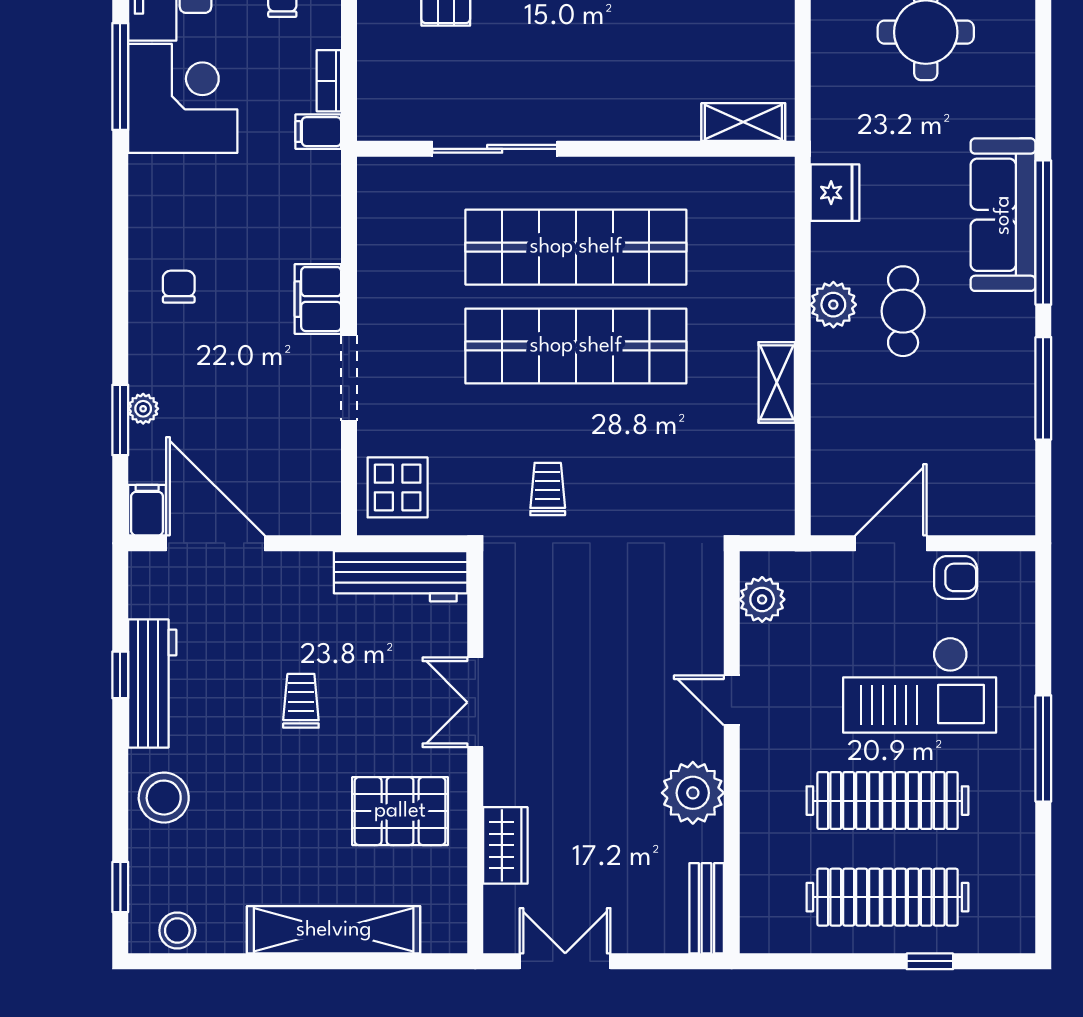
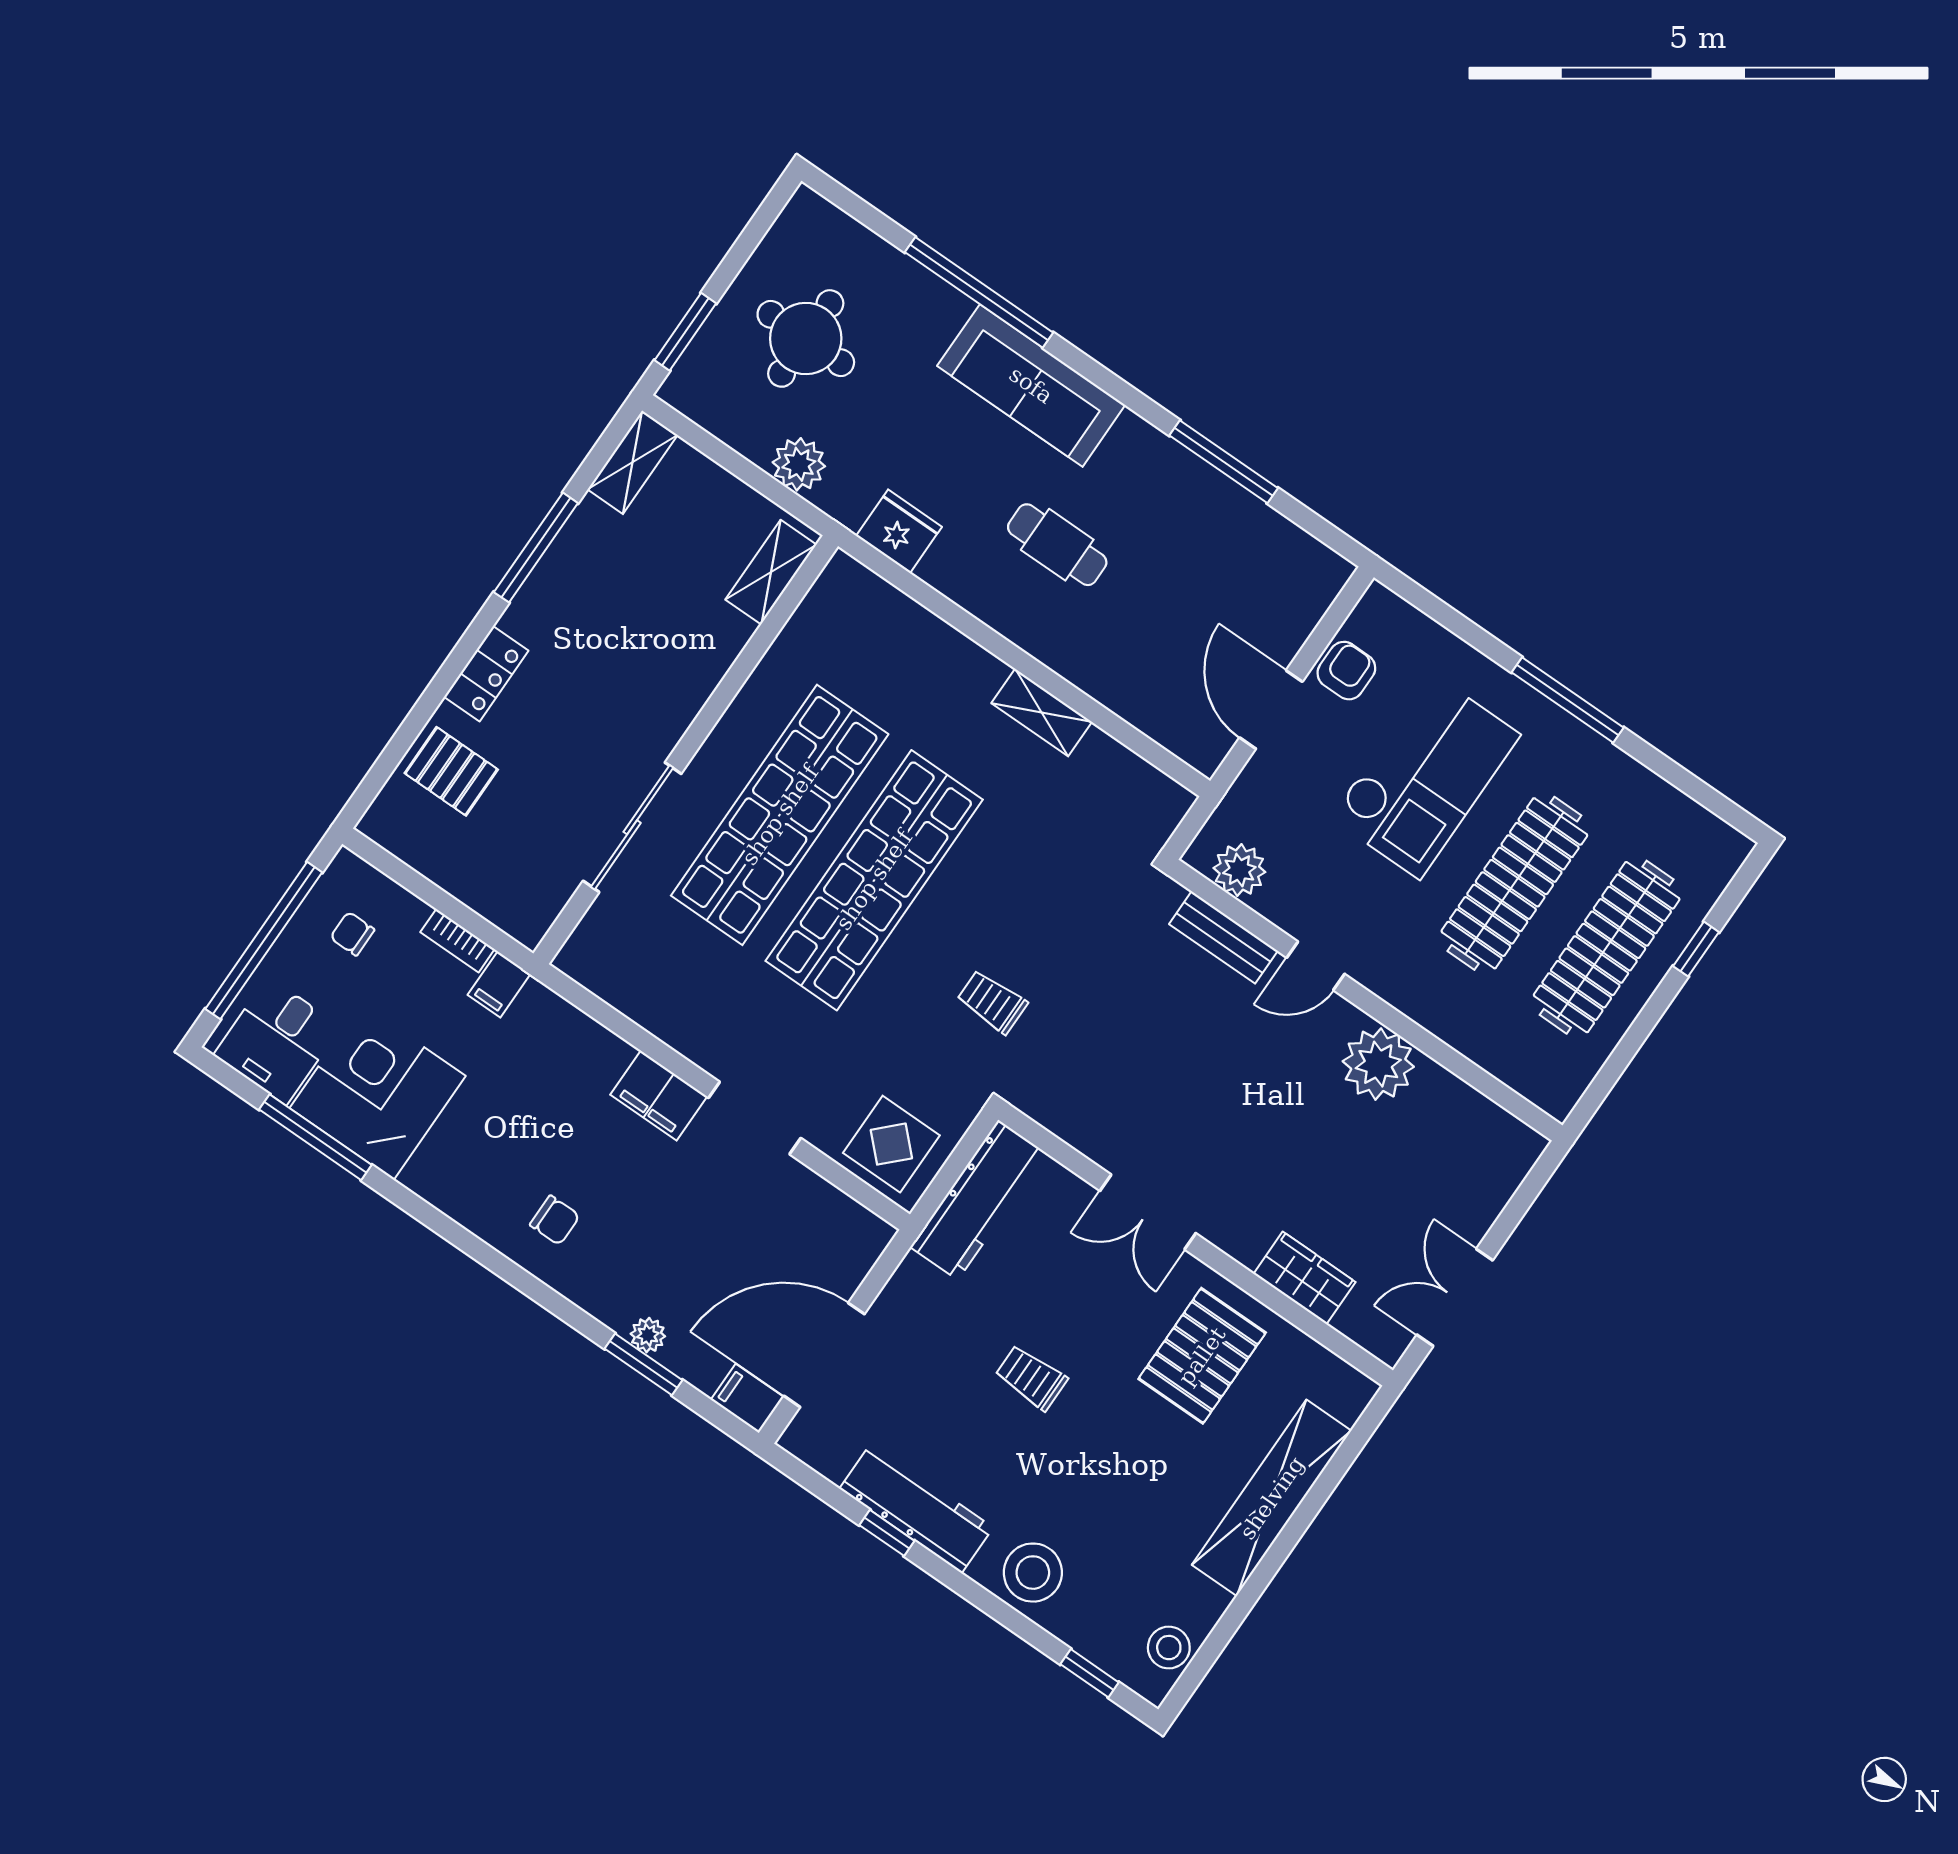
window: (1043, 233) -> (979, 292), moved
chair: (179, 287) -> (555, 1220), turned 180
plant: (833, 305) -> (799, 464), moved
bench: (707, 908) -> (1223, 937), moved

